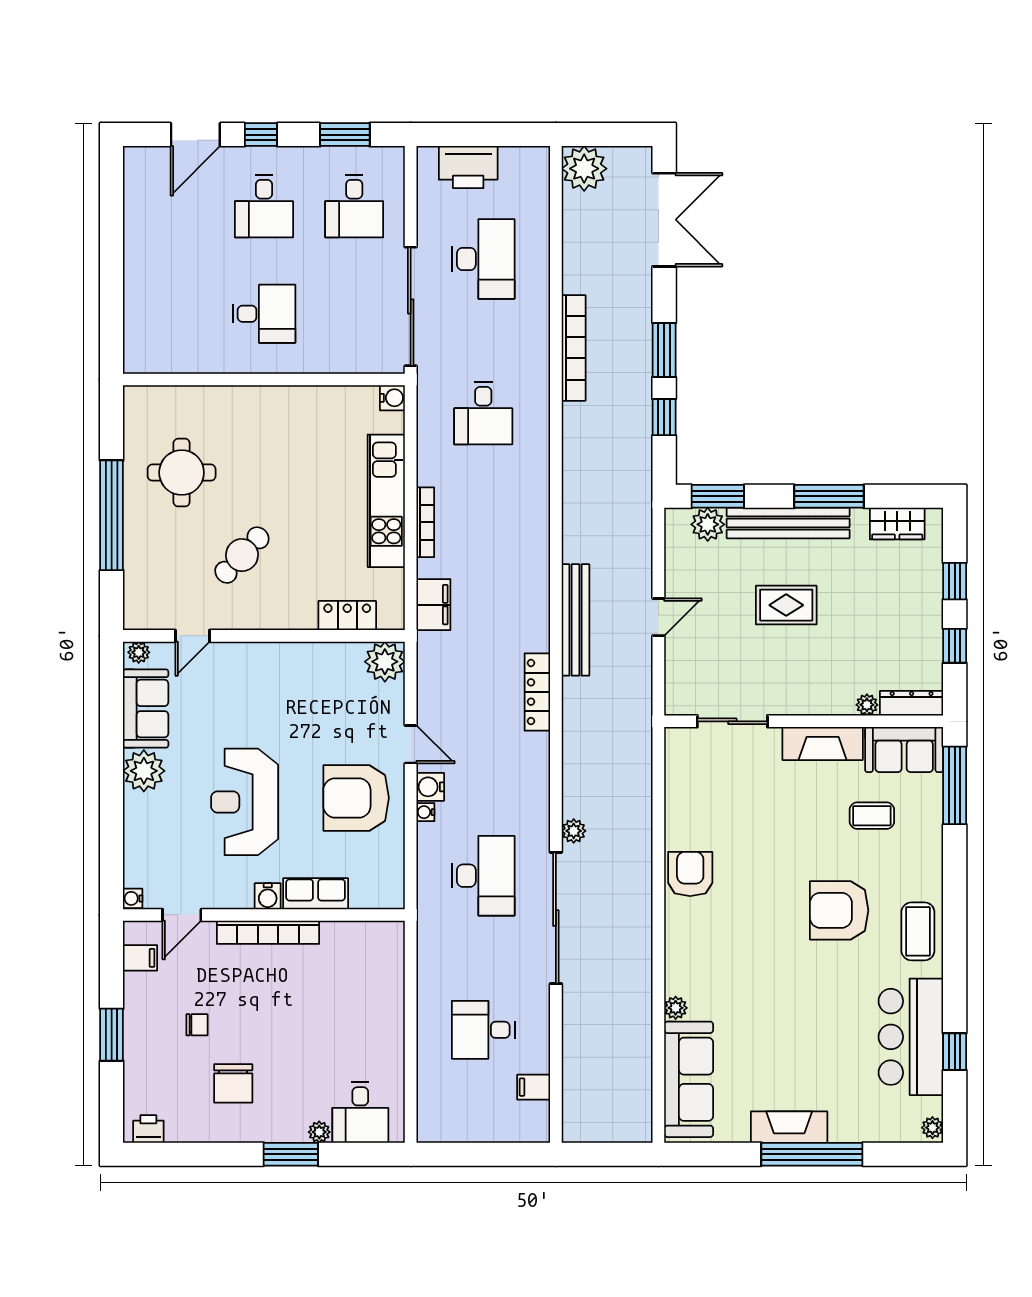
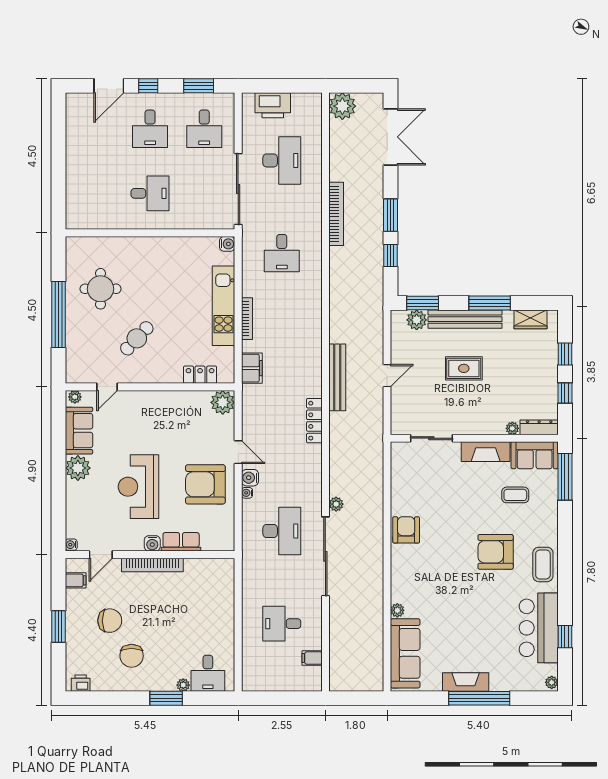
chair: (197, 1025) -> (110, 621), width x1.87, depth x1.87

